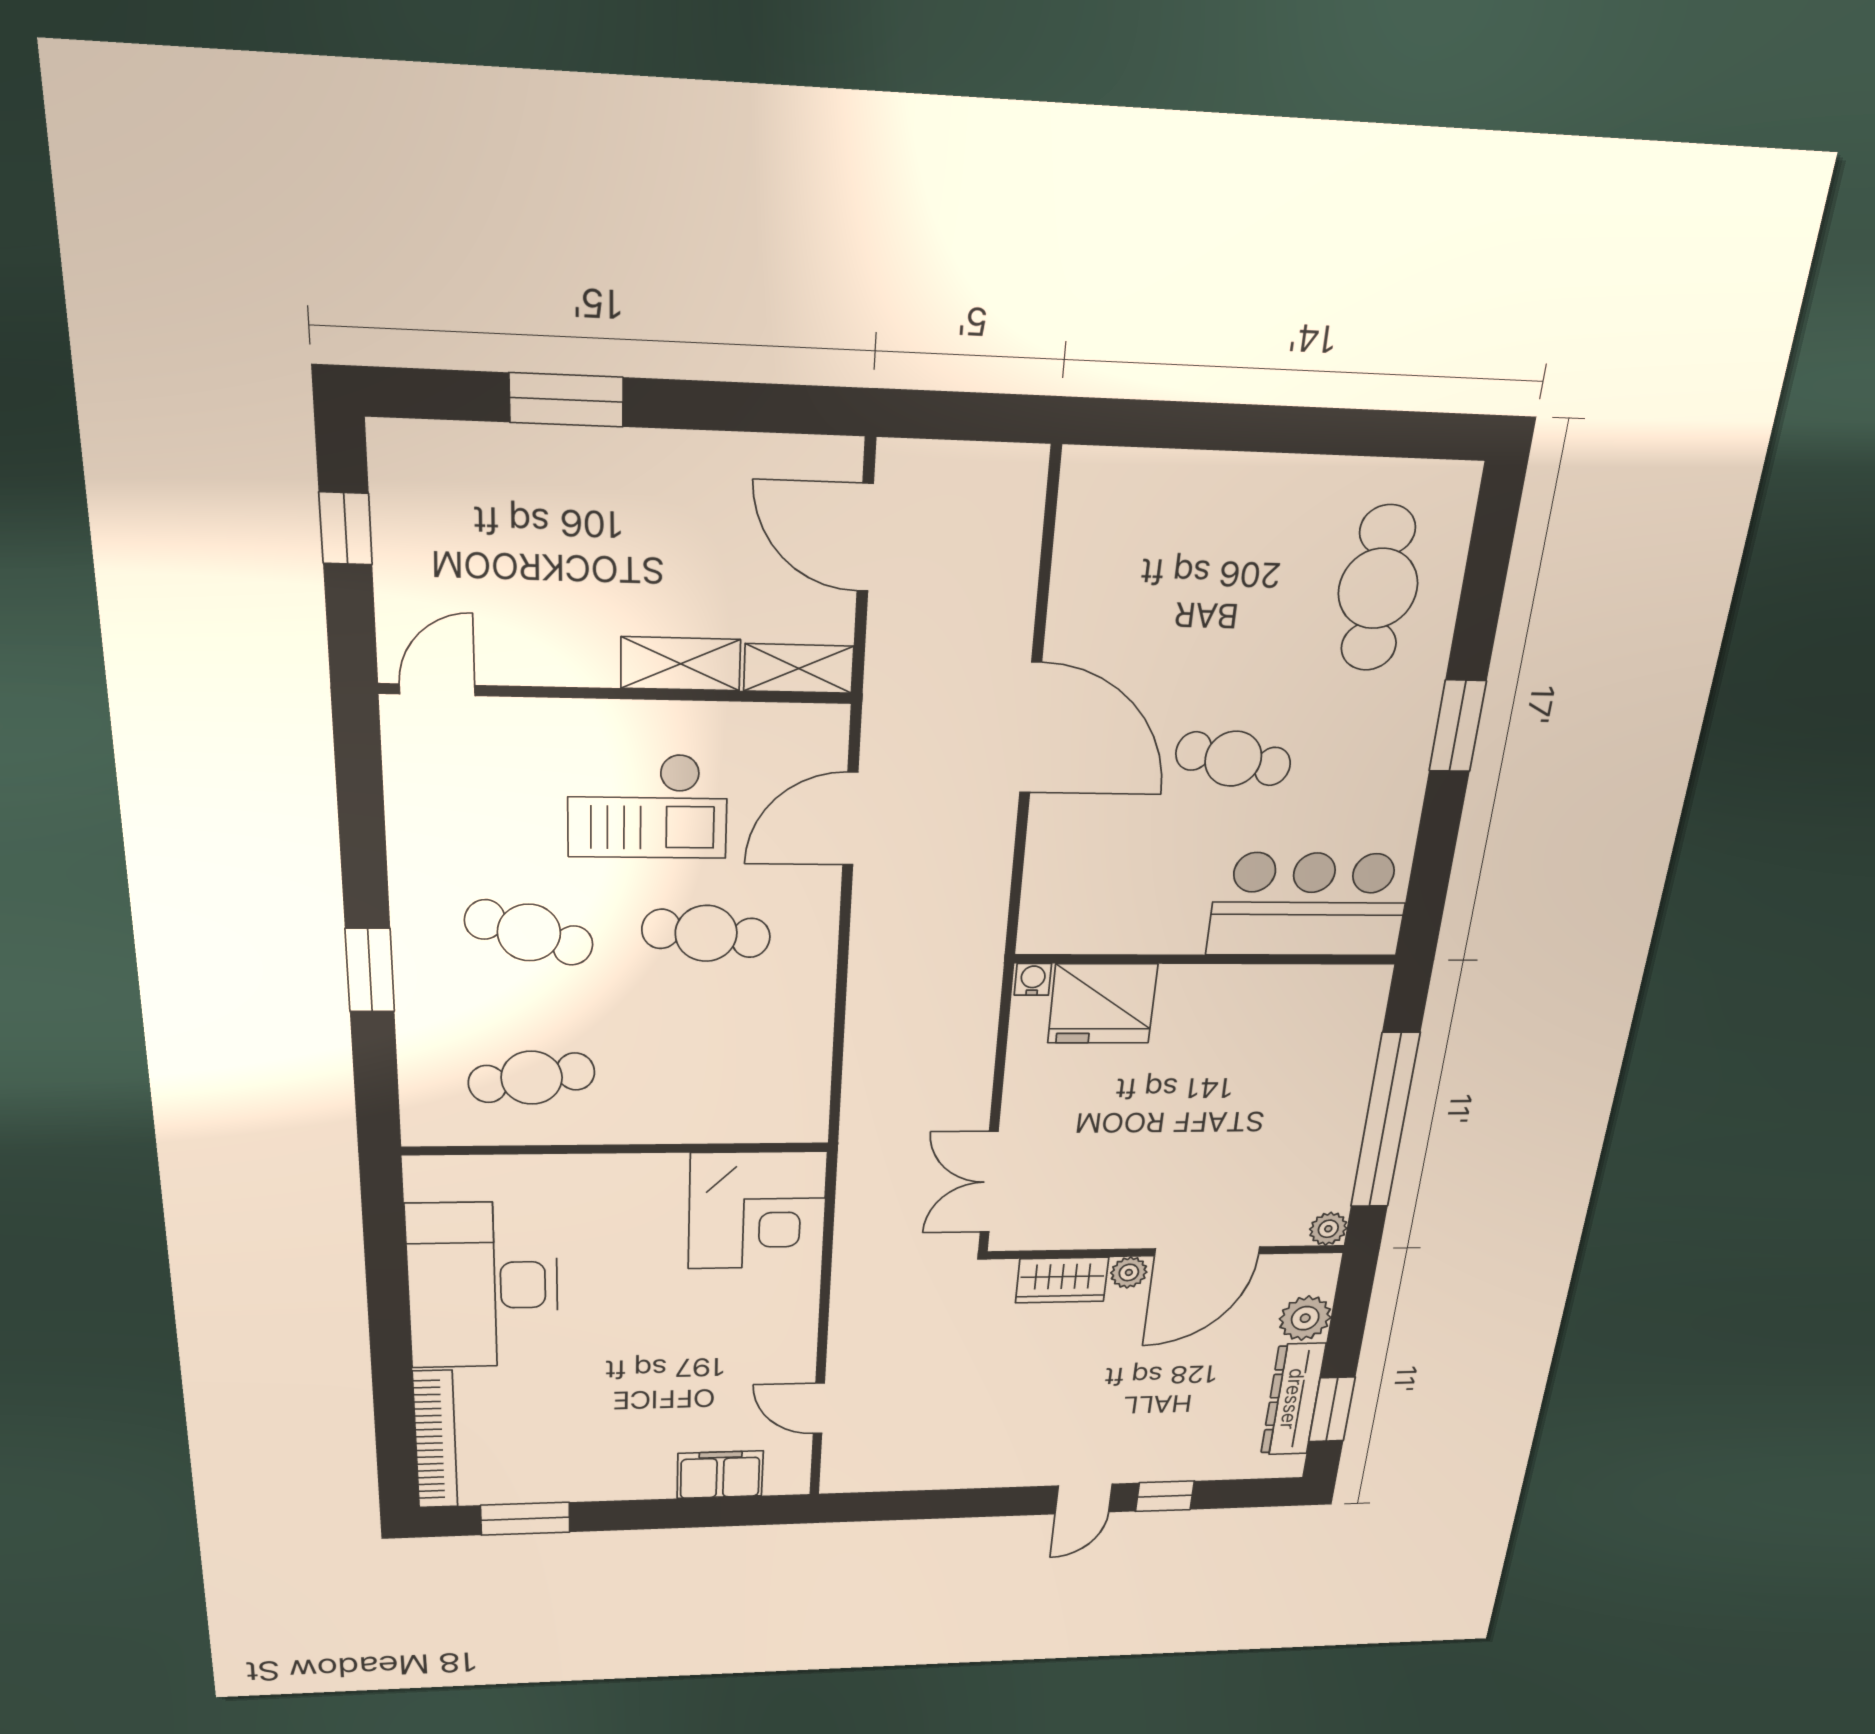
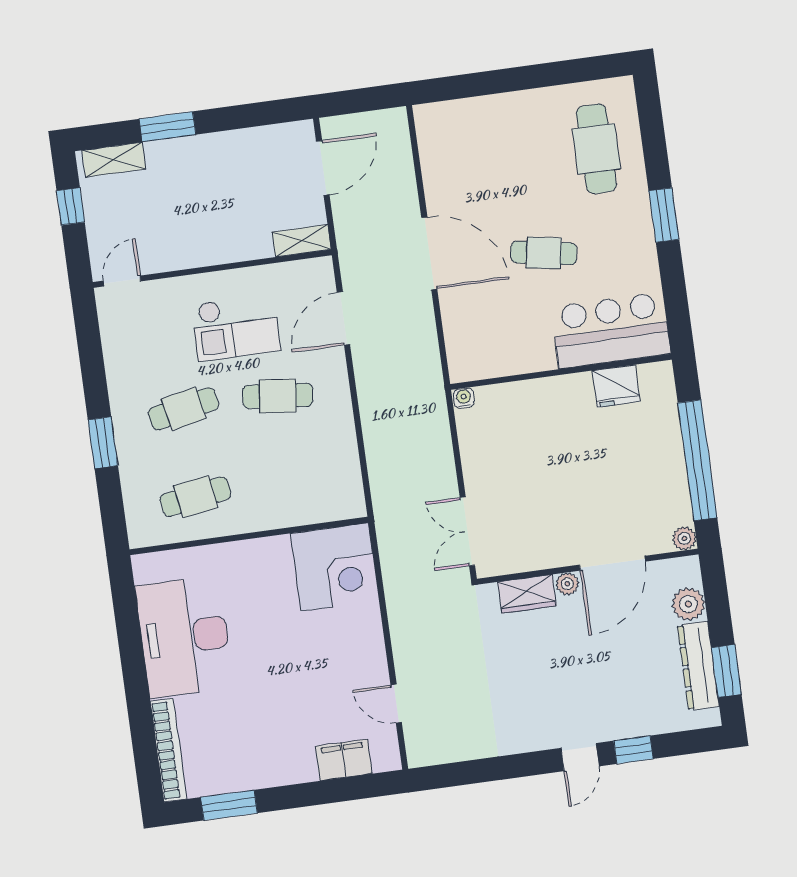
door: (865, 538) -> (323, 168), swing flipped
shelving: (681, 664) -> (114, 160), moved
cafe table: (529, 933) -> (183, 409), turned -30
fridge: (1103, 1004) -> (616, 386), moved, width x0.73, depth x0.75

